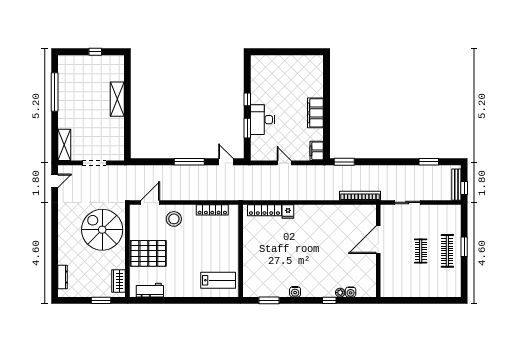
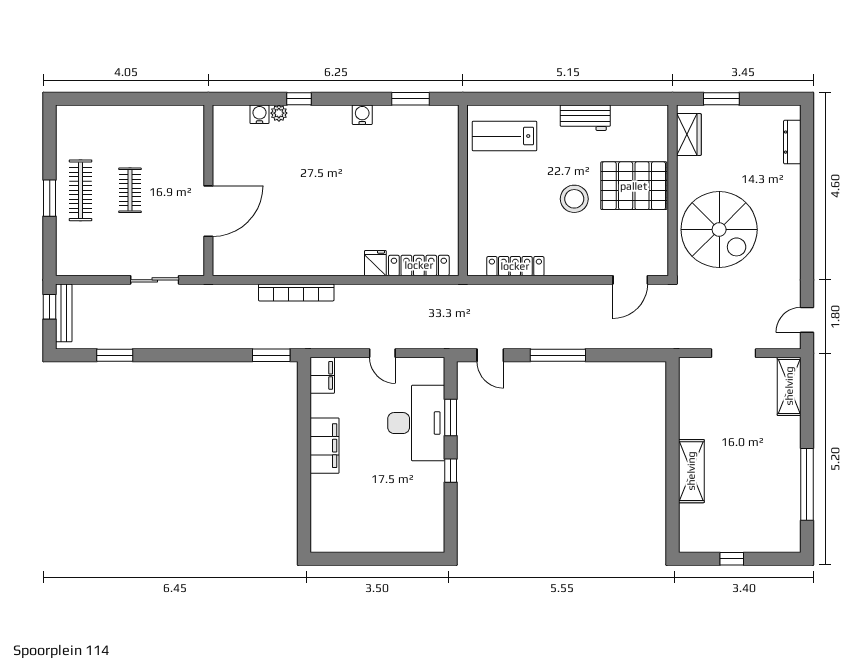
desk: (262, 120) -> (416, 423), width x1.36, depth x1.30
bookcase: (360, 196) -> (296, 292), moved
stool: (174, 219) -> (574, 199), moved
workbench: (150, 290) -> (585, 118), moved

